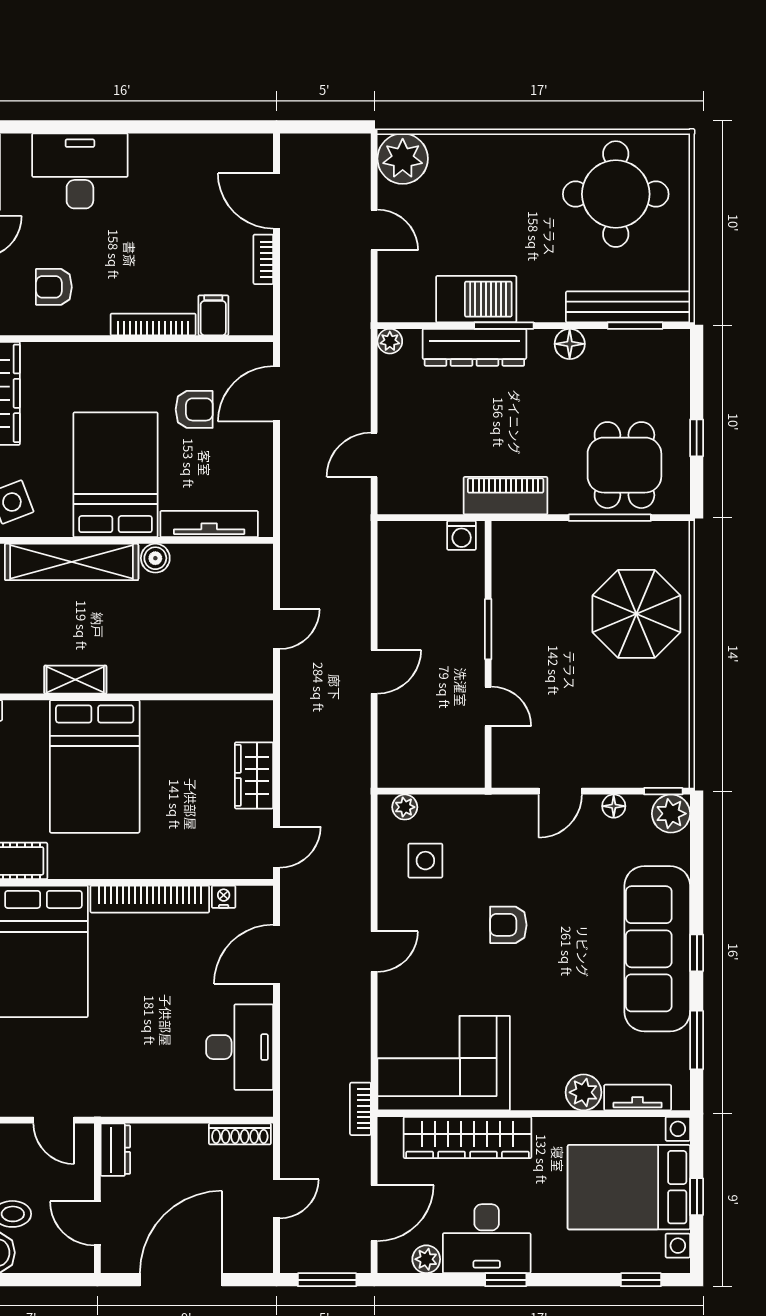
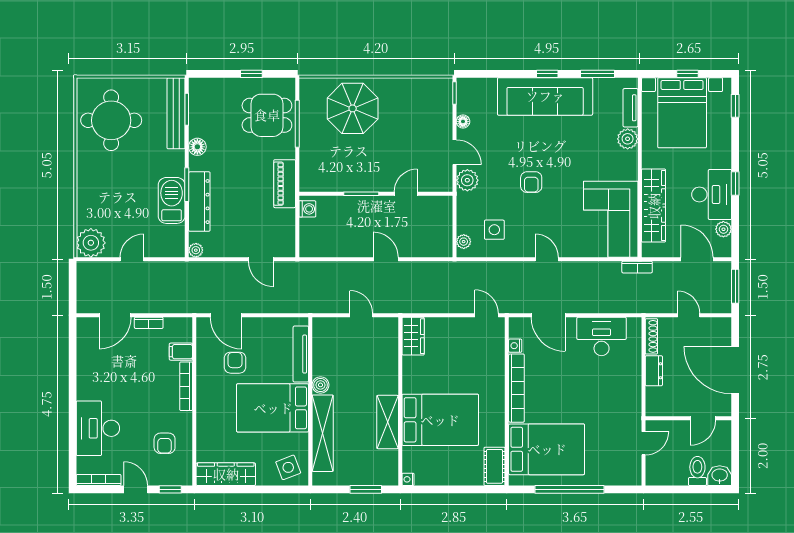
shelving: (75, 680) -> (388, 422), width x1.50, depth x1.33
wardrobe: (254, 775) -> (413, 336), moved, turned -90
plant: (671, 814) -> (467, 180), moved
dresser: (115, 1150) -> (654, 371), moved, turned 90

